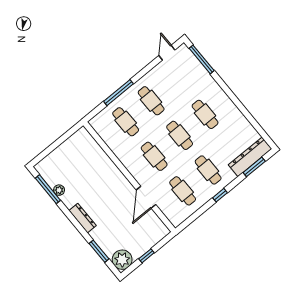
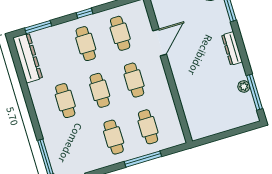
dresser: (250, 157) -> (28, 58), moved, turned -90

